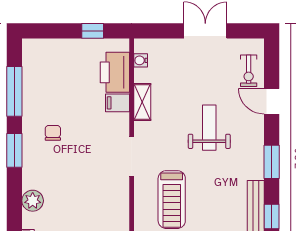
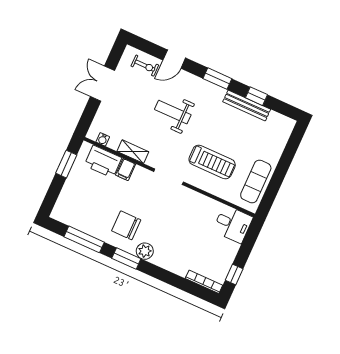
window: (93, 31) -> (66, 164), width x1.50
chair: (53, 133) -> (126, 225), width x1.87, depth x1.87
plant: (33, 201) -> (145, 251), moved

